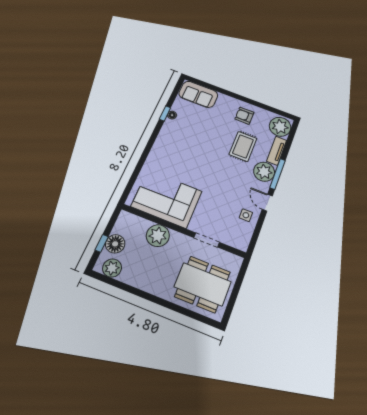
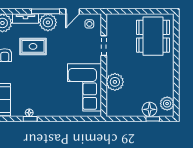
corner sofa: (167, 199) -> (85, 87), moved
wall: (183, 231) -> (104, 65), moved
plant: (158, 236) -> (115, 82), moved
doorway: (207, 240) -> (104, 46), moved

